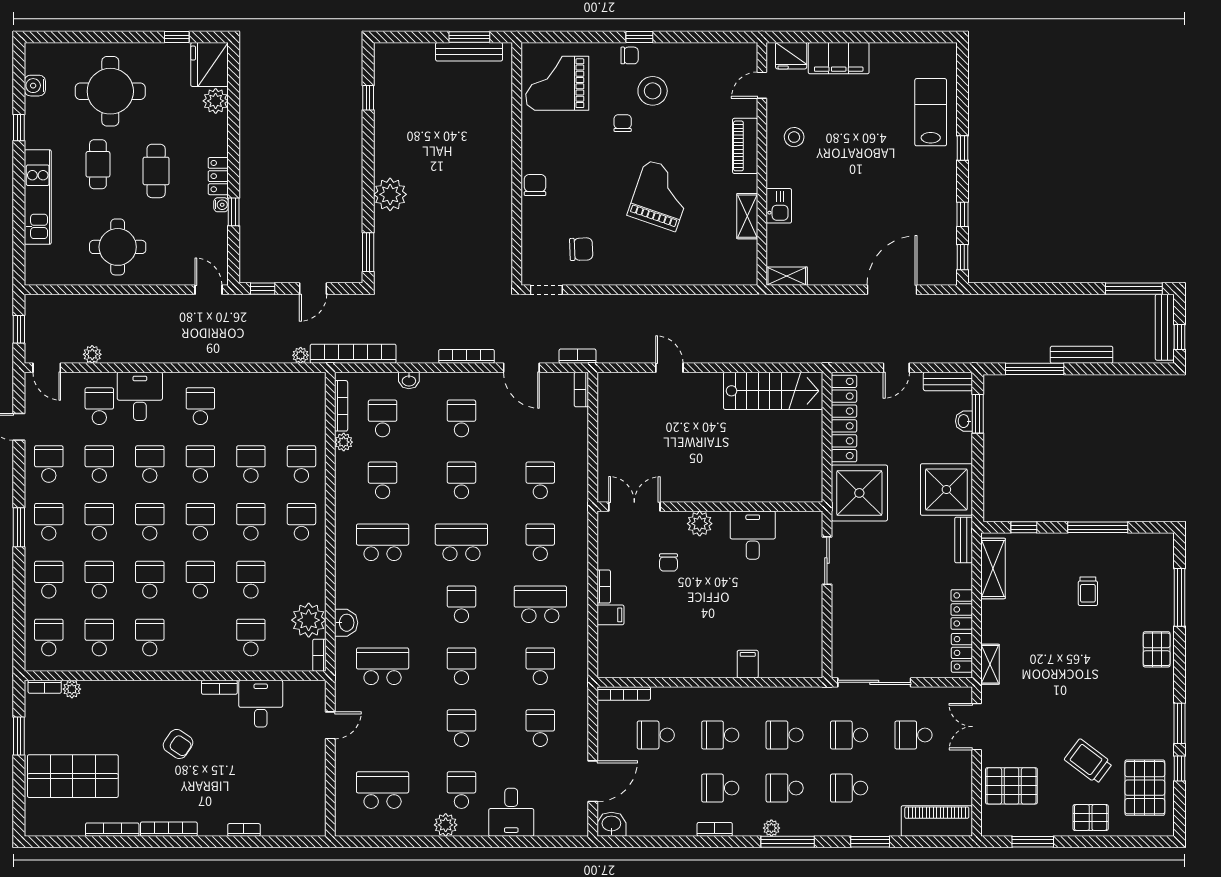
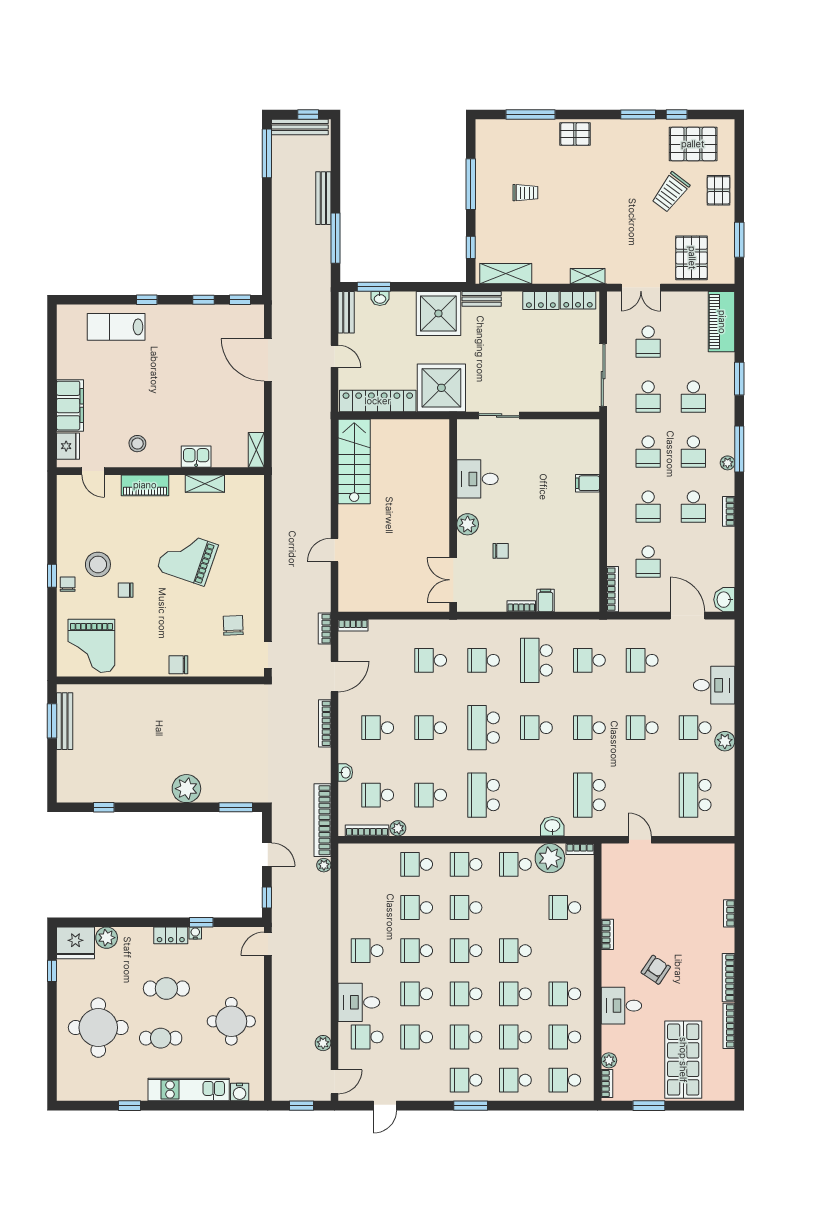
water cooler: (35, 86) -> (240, 1092), moved
school desk: (49, 464) -> (417, 1080), removed
school desk: (251, 580) -> (515, 864), moved
desk: (261, 704) -> (621, 1006), moved

